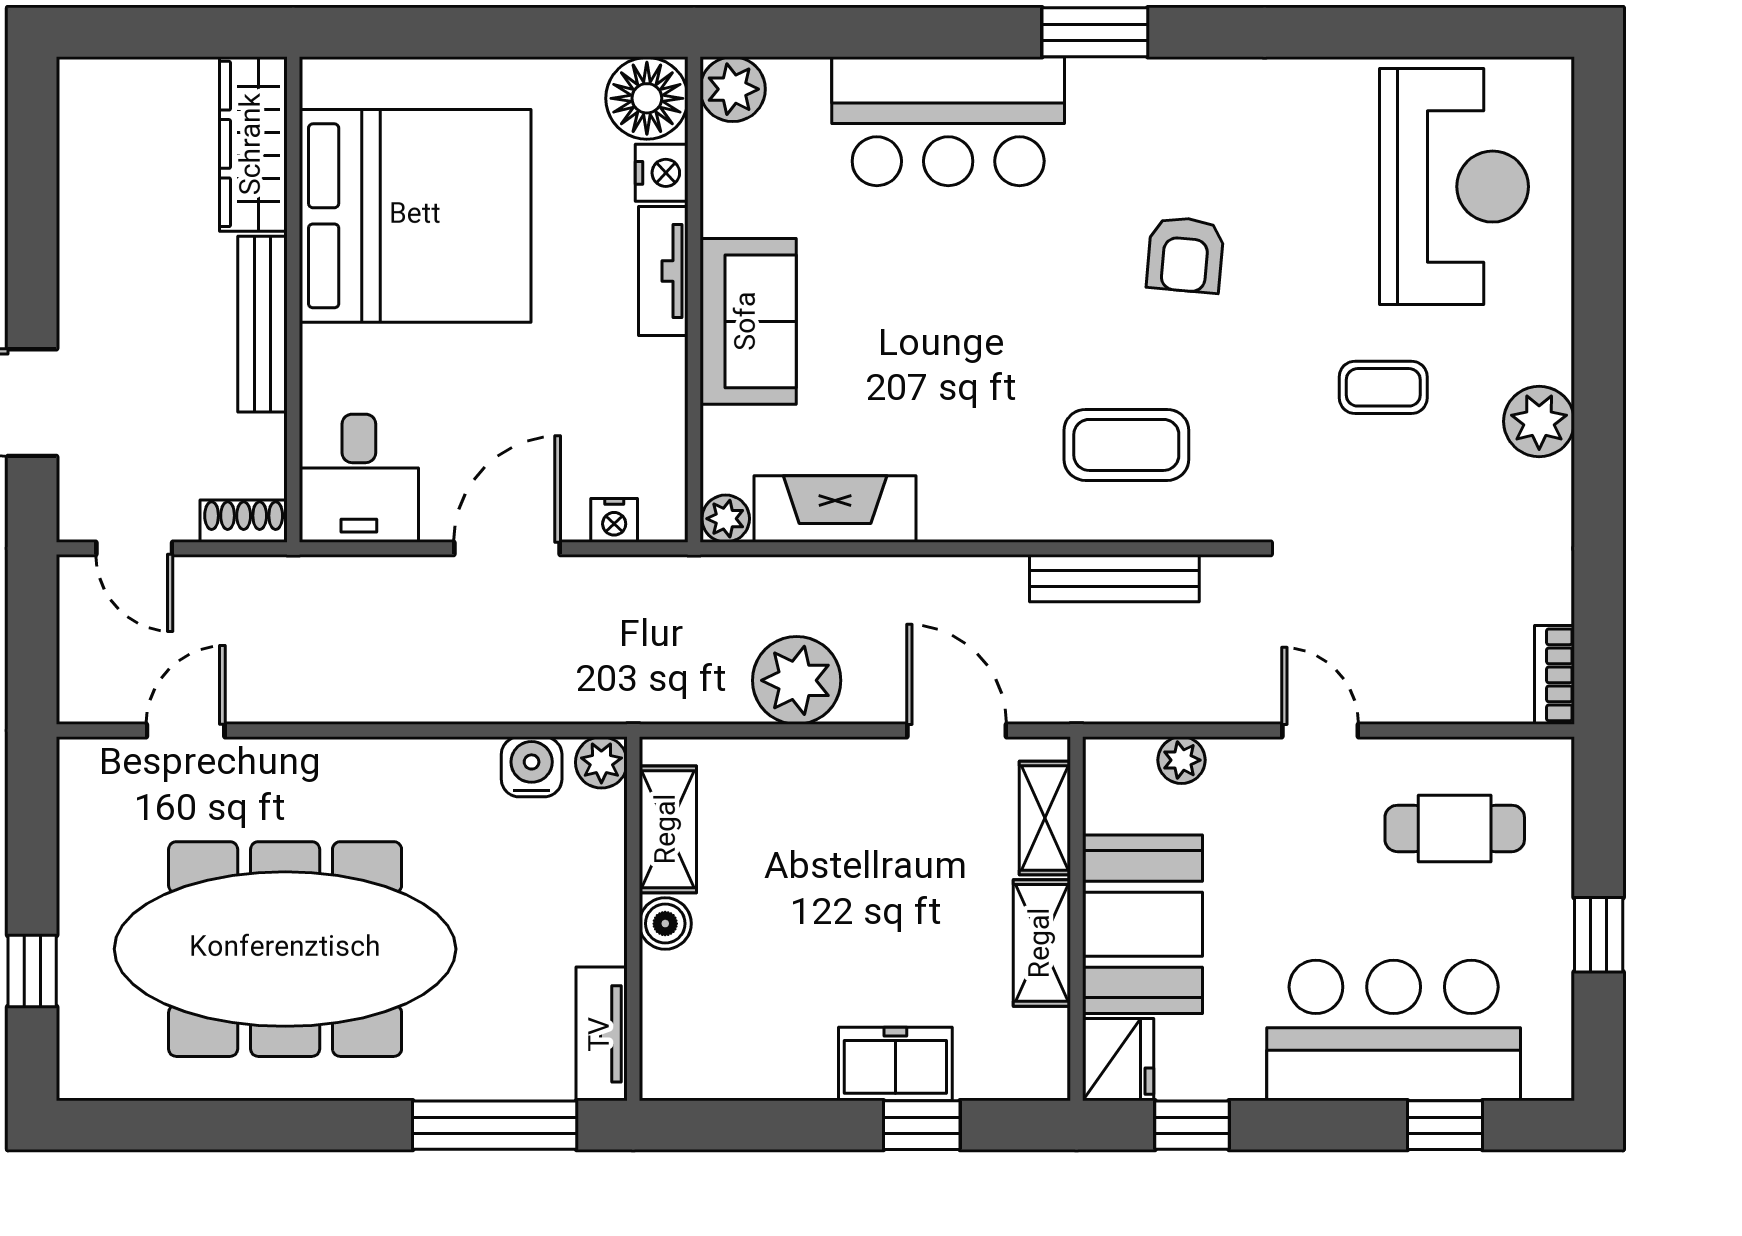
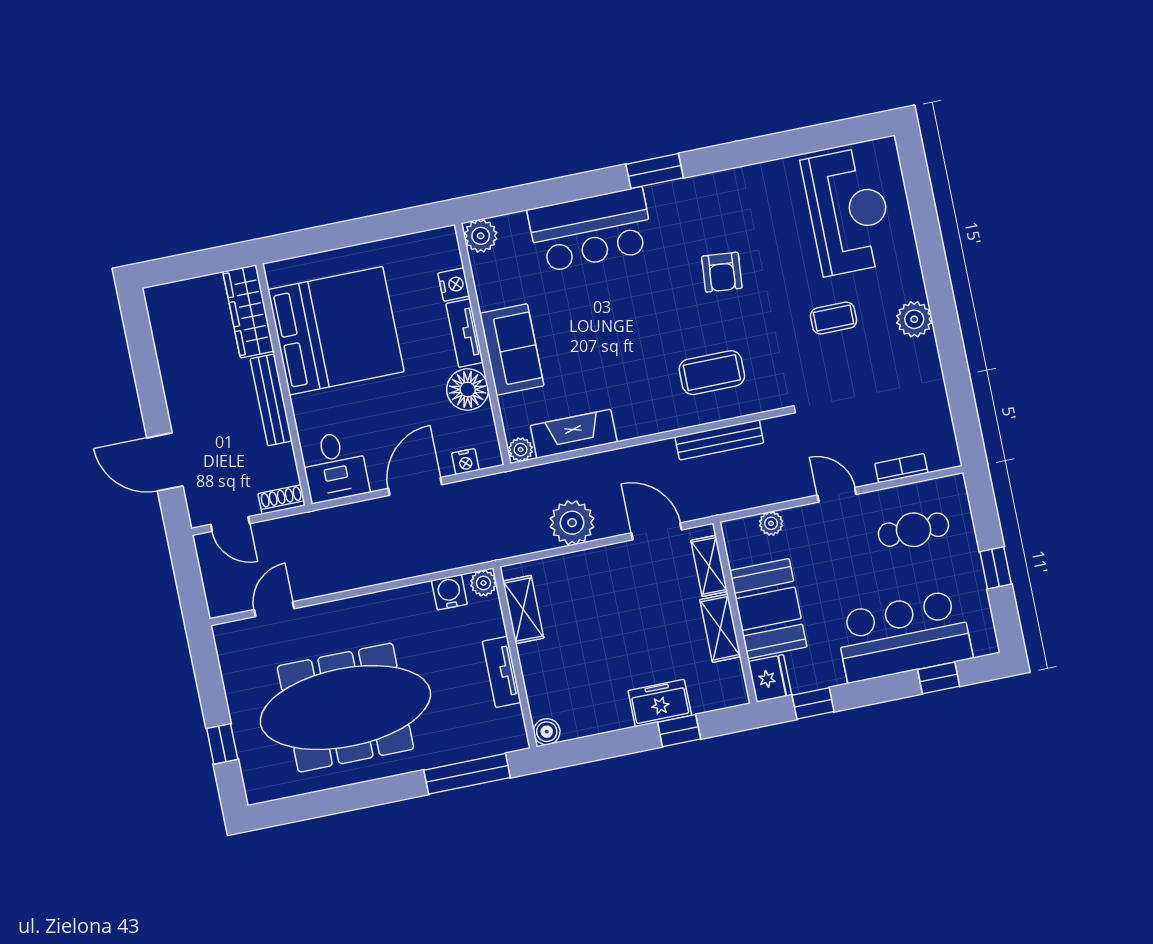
floor lamp: (647, 98) -> (468, 390), moved
bookcase: (1555, 675) -> (901, 468), moved, turned 90
boiler: (665, 924) -> (547, 732), moved
tv unit: (602, 1034) -> (502, 672), moved

